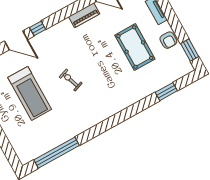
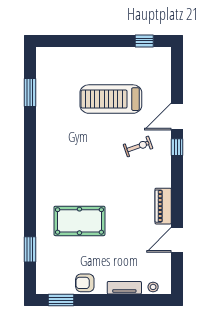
pool table: (135, 47) -> (79, 221), moved
exercise bike: (71, 80) -> (138, 146), moved
window: (57, 153) -> (30, 93), width x0.47

